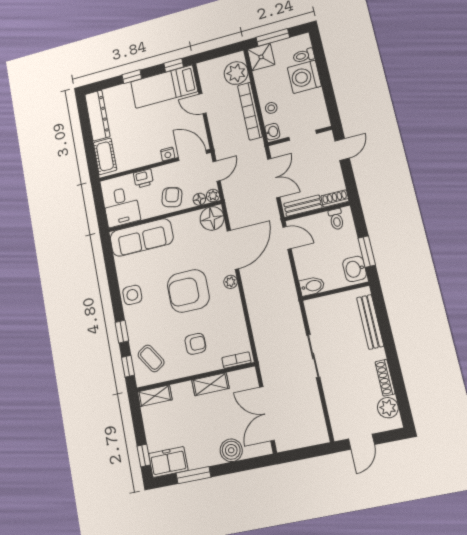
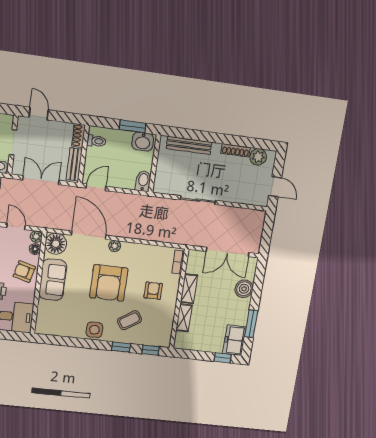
sofa: (142, 238) -> (53, 280), moved, width x0.73
coffee table: (151, 358) -> (130, 320), moved
shelving: (155, 396) -> (184, 318), moved

